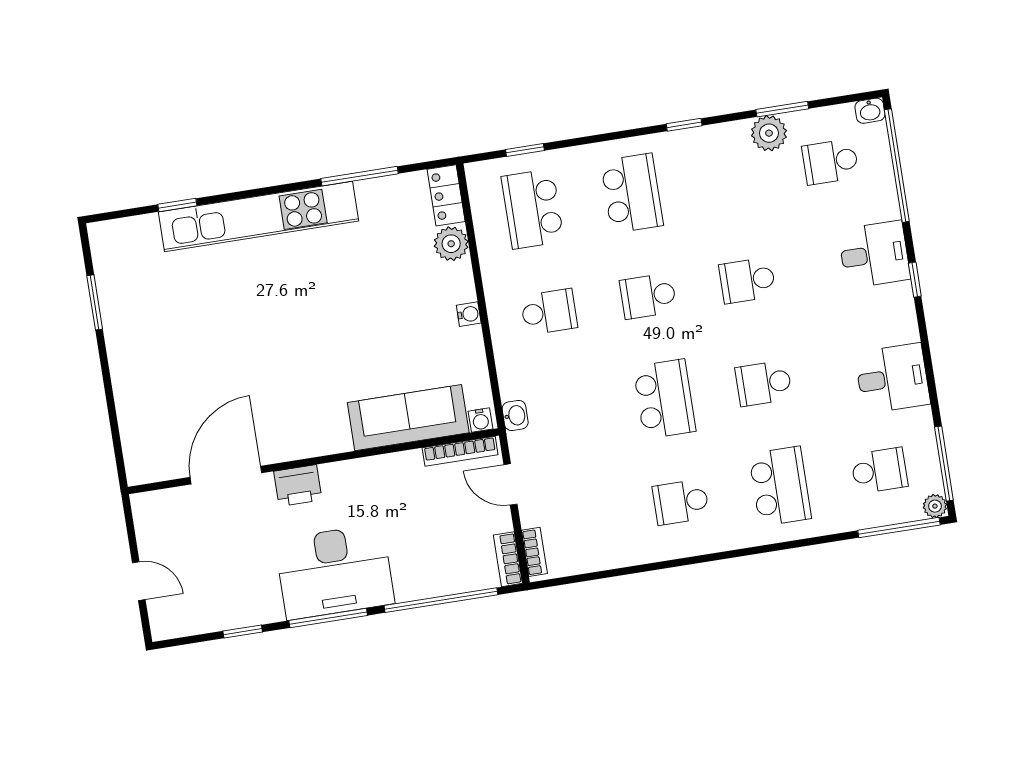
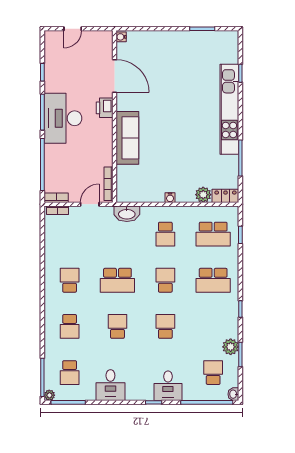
school desk: (533, 209) -> (213, 234), turned 180
washbasin: (515, 416) -> (127, 214), width x1.91, depth x1.45
sofa: (408, 418) -> (127, 138), moved
water cooler: (481, 420) -> (121, 37), moved
school desk: (780, 486) -> (70, 326), width x0.54

